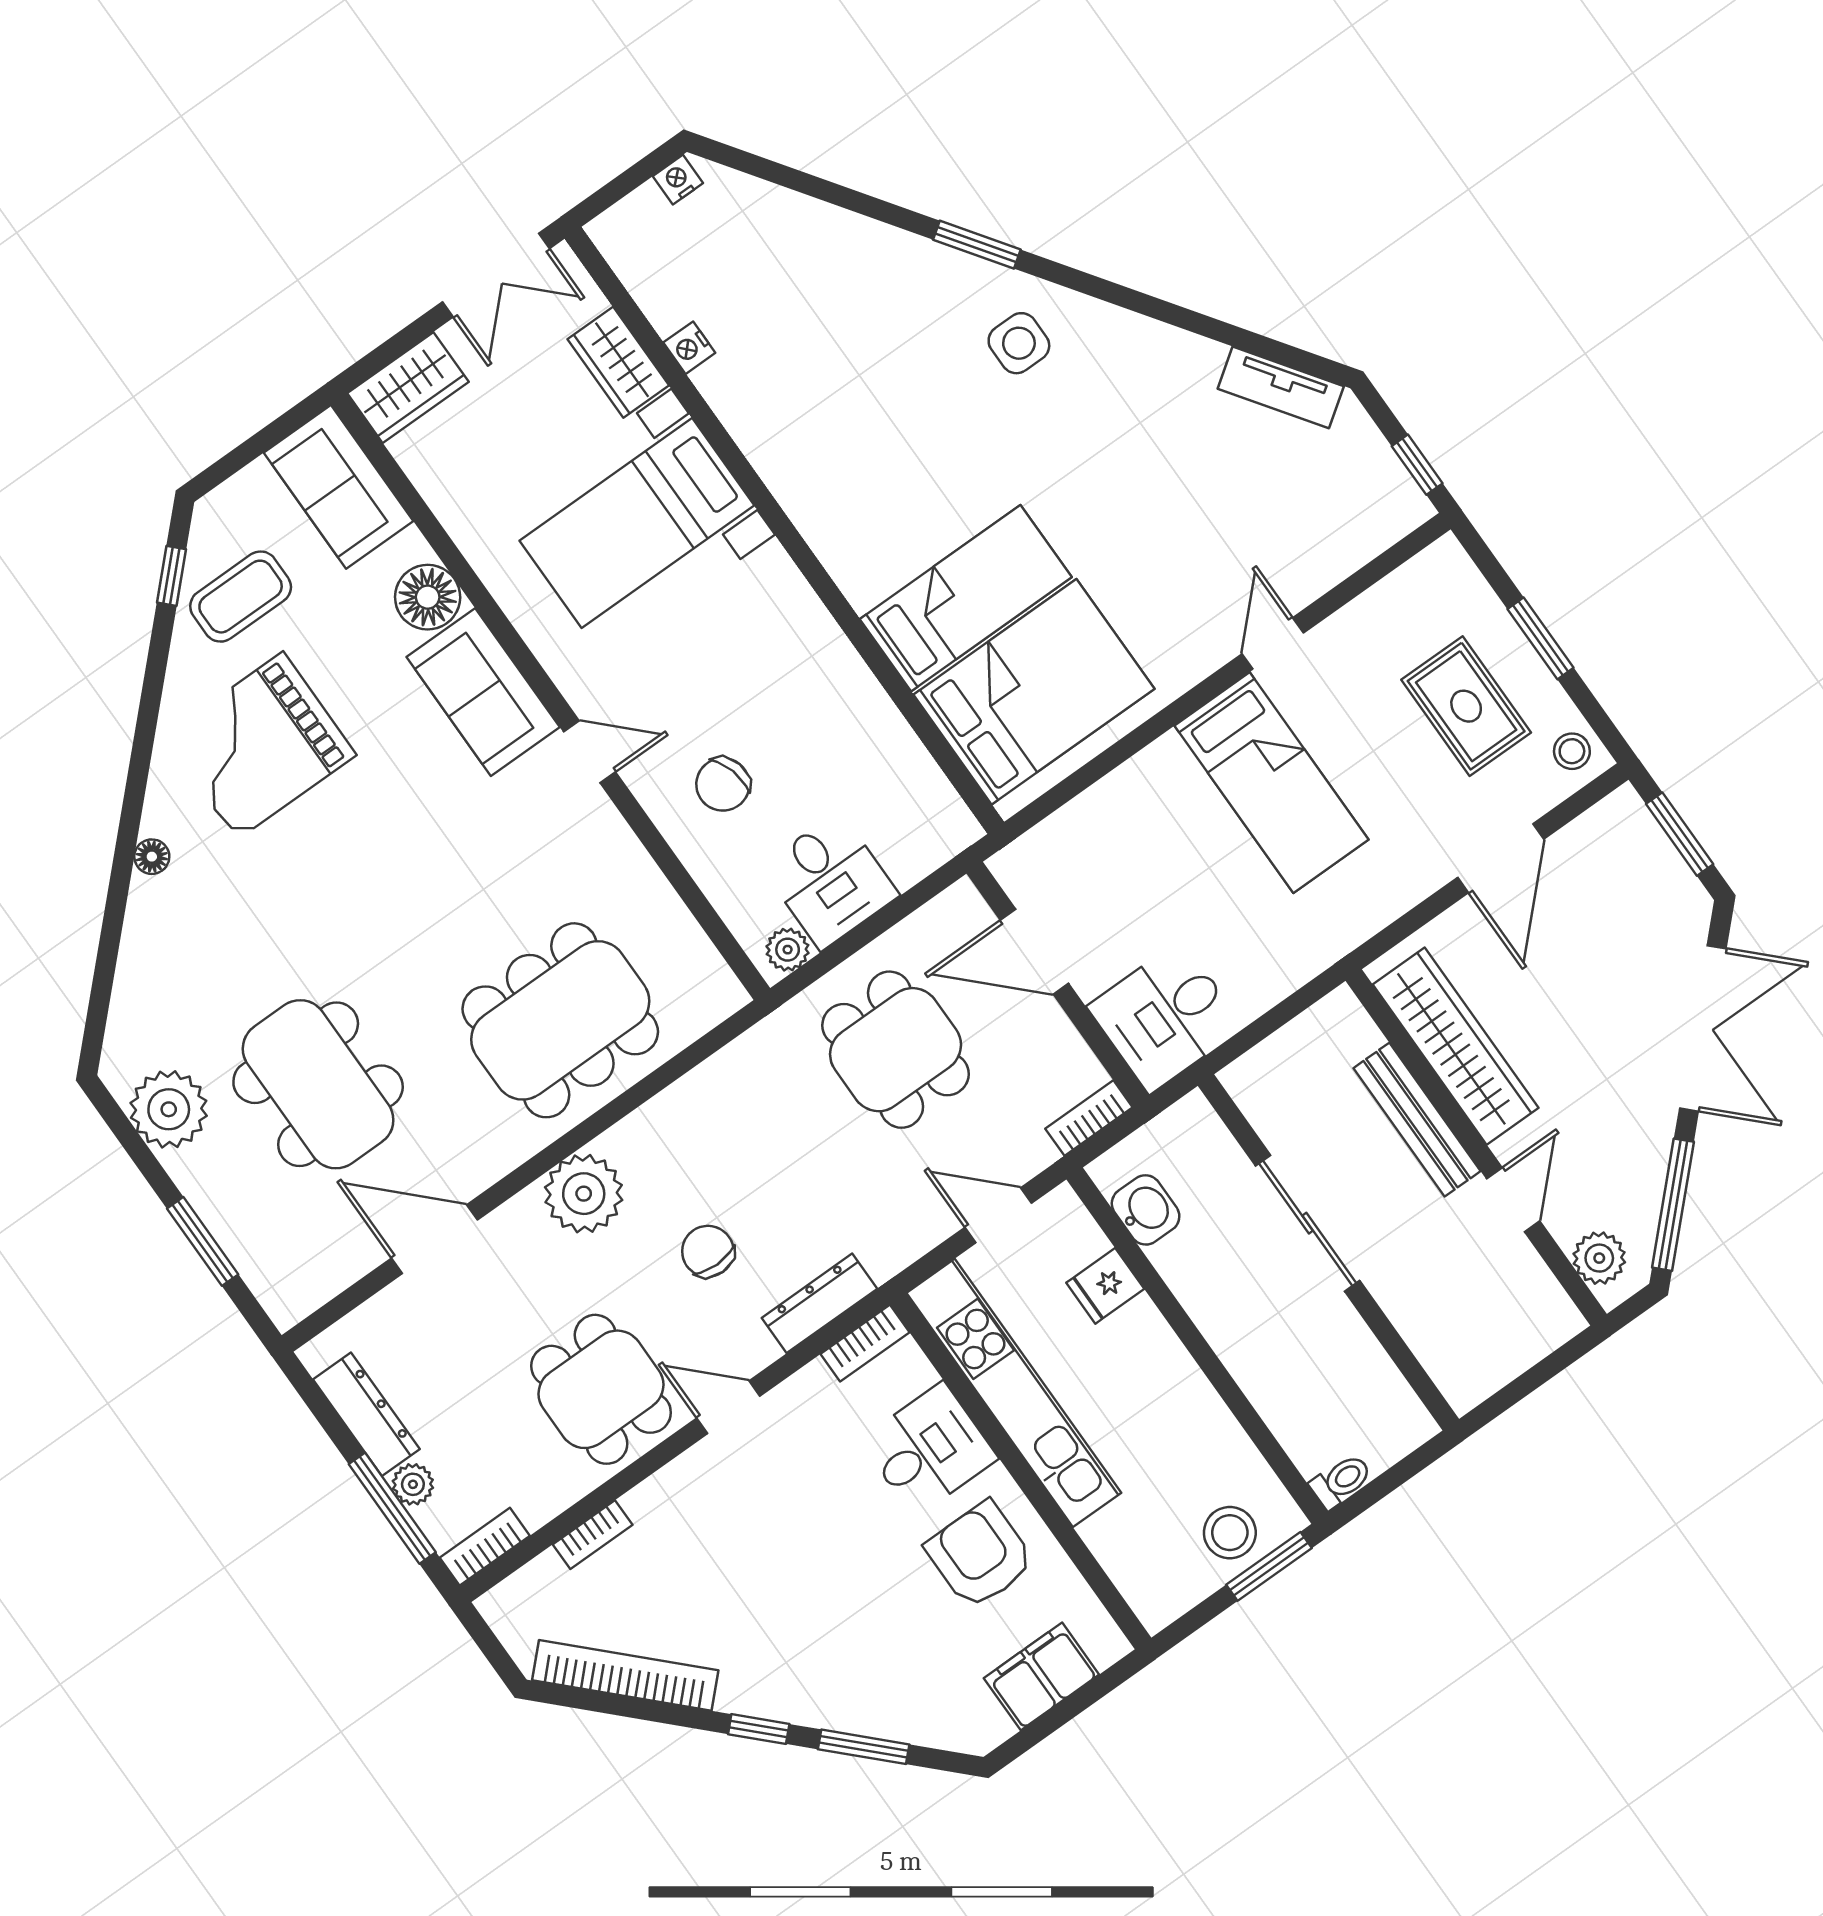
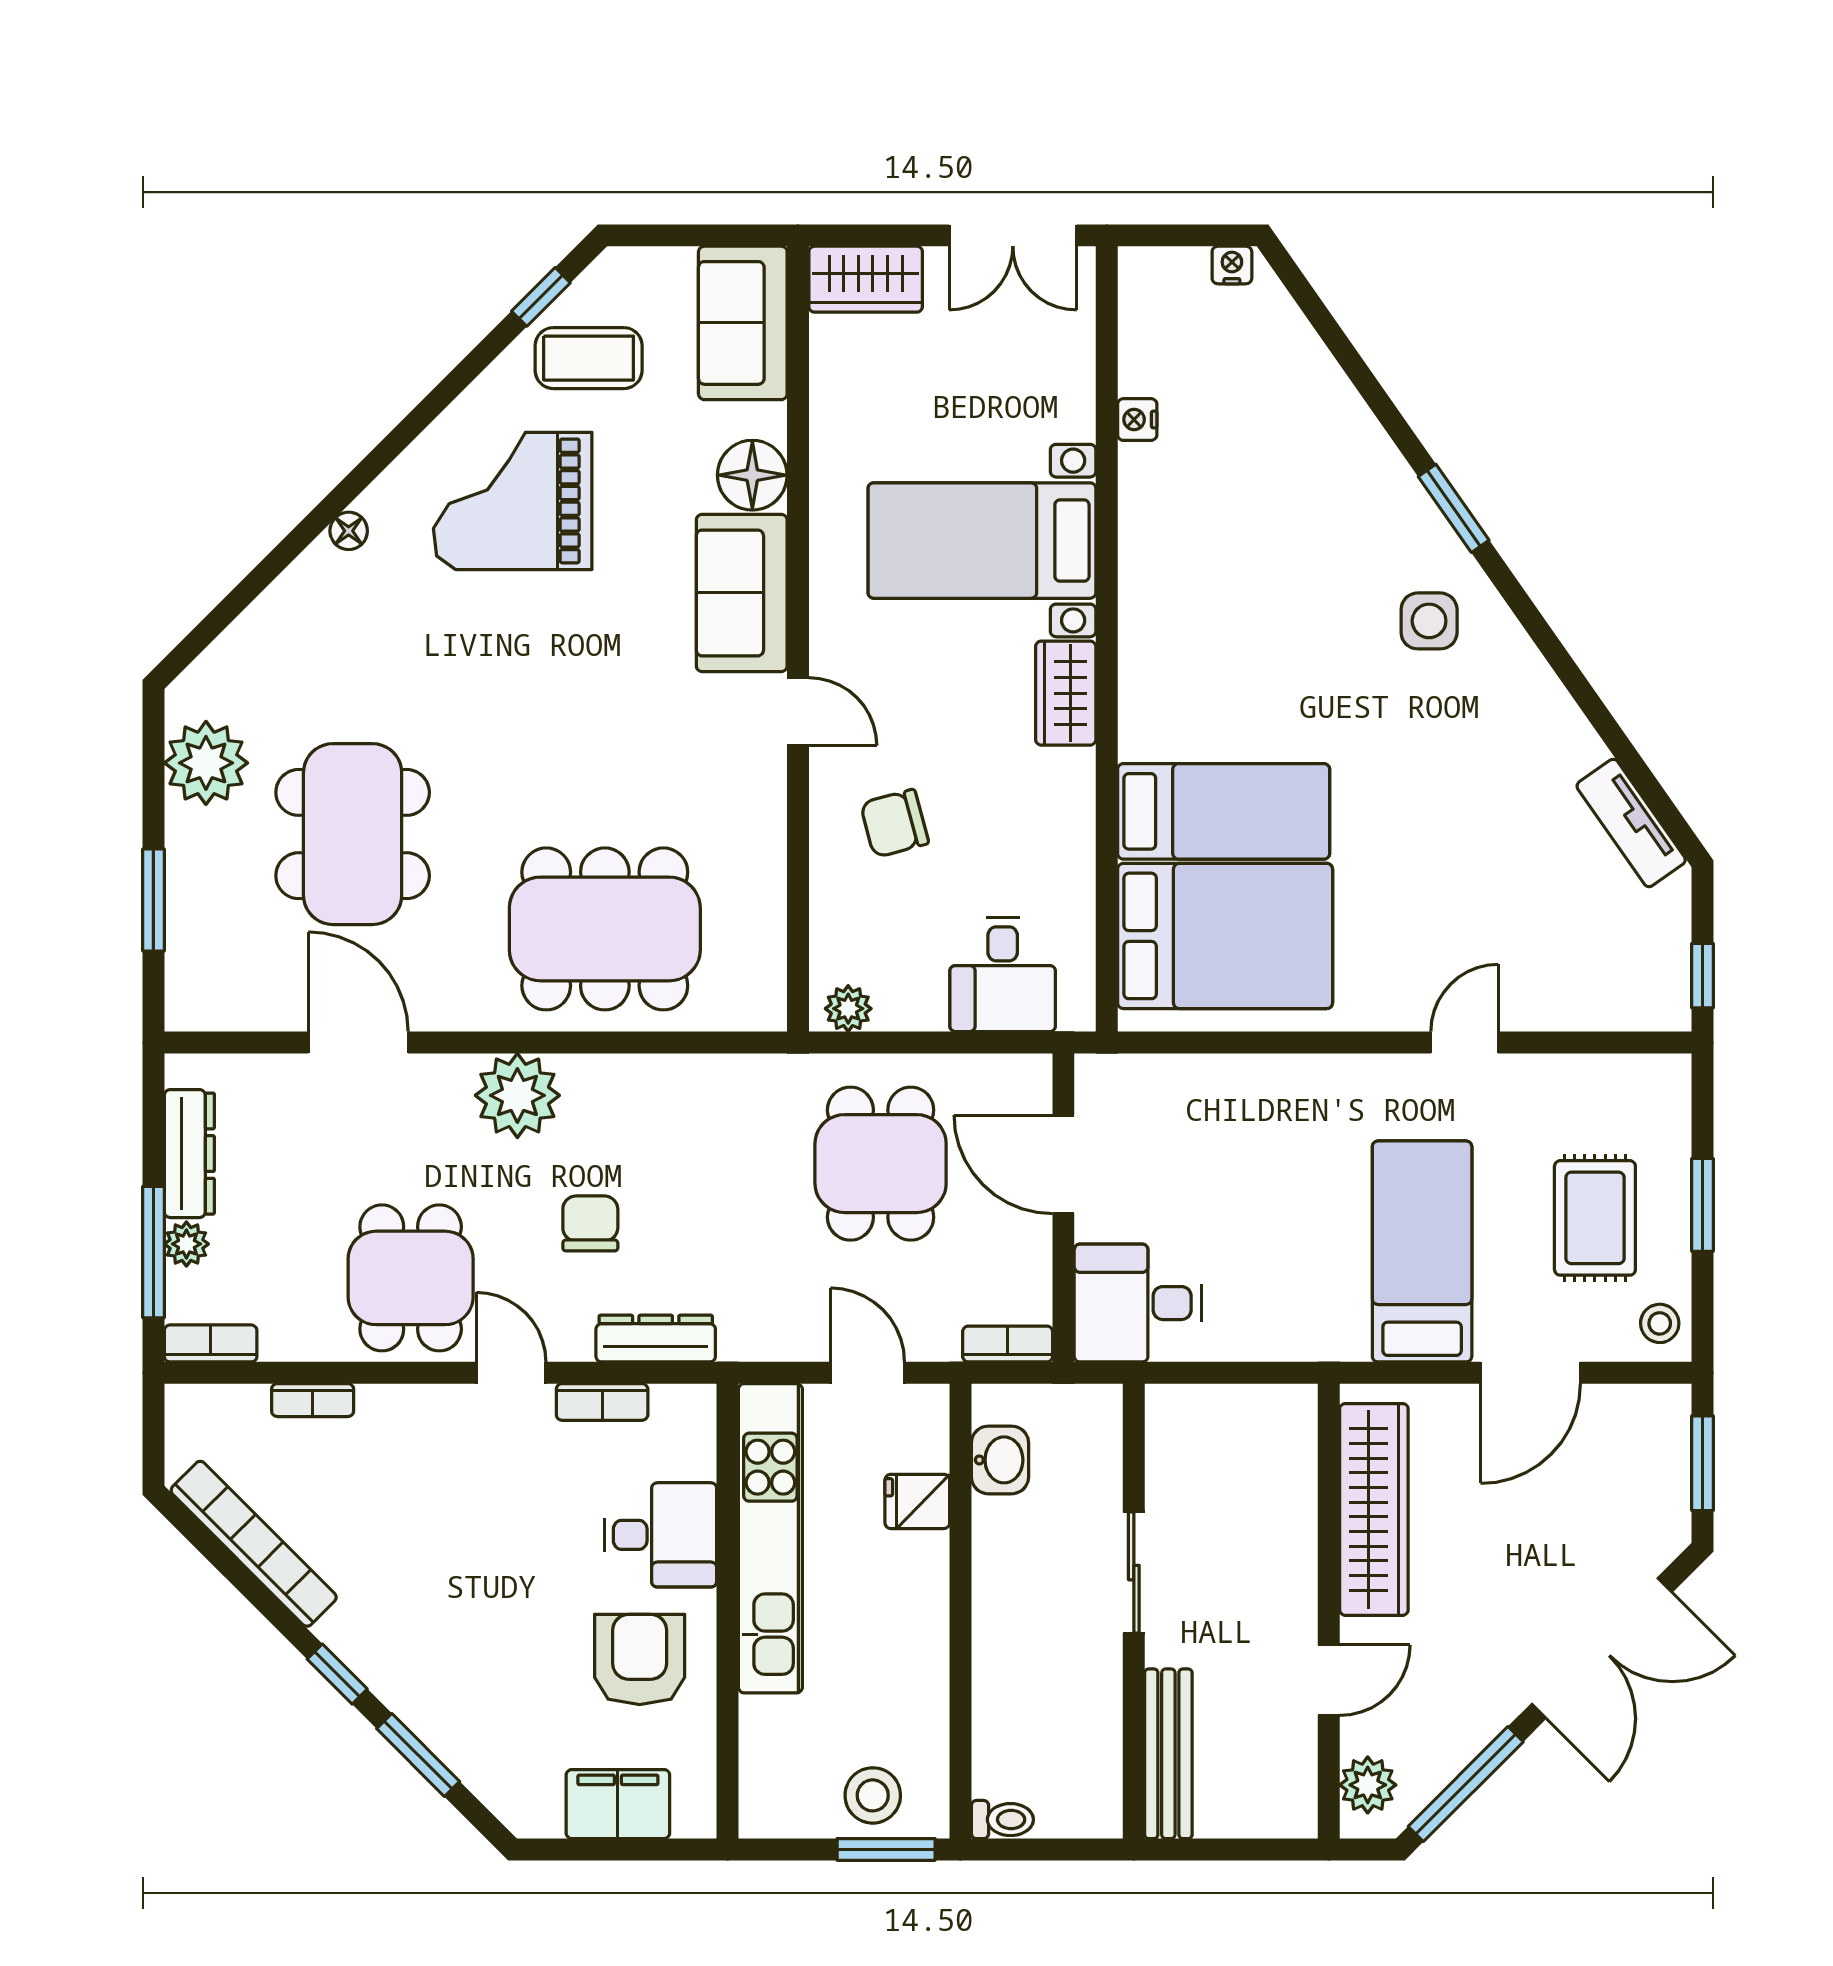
wardrobe: (618, 362) -> (1066, 693), moved
bed: (1271, 783) -> (1422, 1251), moved, turned 180
desk: (830, 881) -> (1003, 975), moved
bench: (1417, 1120) -> (1168, 1754), moved
sliding door: (1308, 1223) -> (1134, 1573), width x0.73
bookcase: (865, 1343) -> (602, 1402), moved

